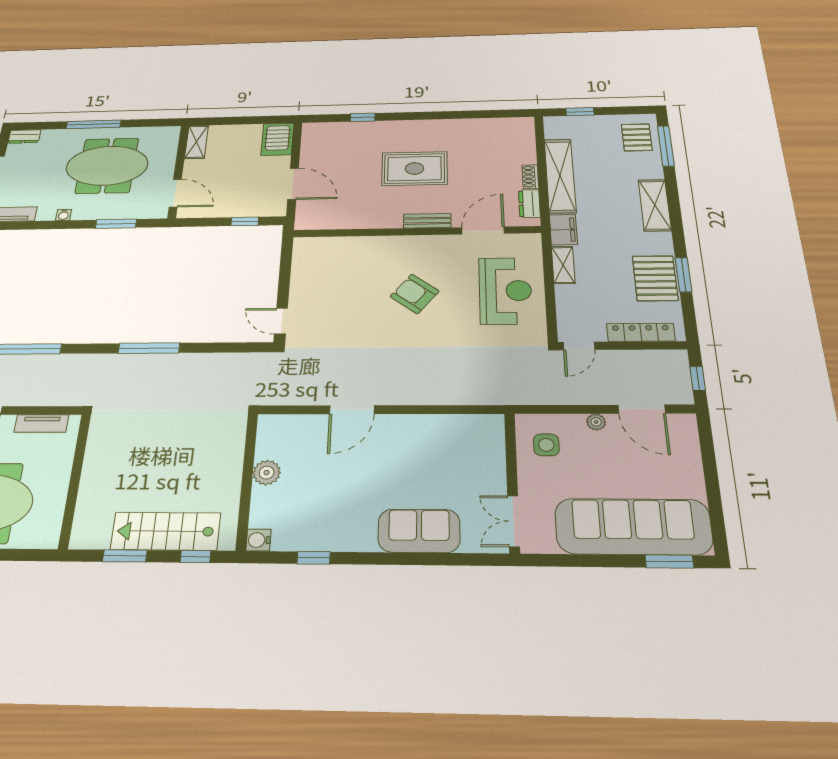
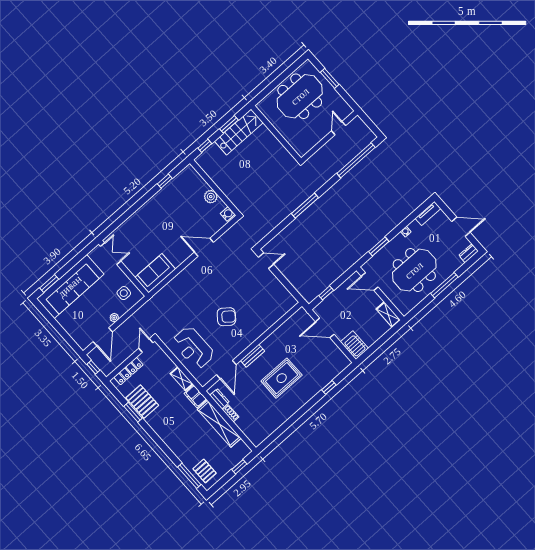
shelving: (655, 205) -> (170, 439), removed
door: (642, 409) -> (103, 337), swing flipped
door: (352, 410) -> (204, 247), hinge flipped
tv unit: (41, 423) -> (312, 142), removed
stairs: (166, 531) -> (239, 132), moved
sofa: (419, 531) -> (155, 273), moved, turned 180
water cooler: (258, 540) -> (228, 214), moved

